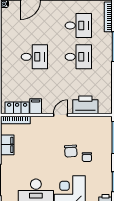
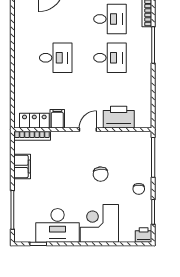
chair: (87, 157) -> (139, 189), moved

